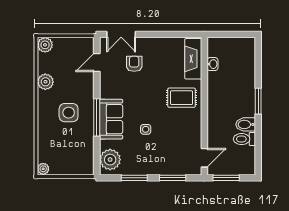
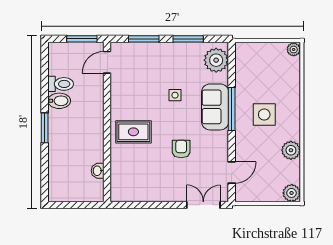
fireplace: (193, 59) -> (120, 177), removed
armchair: (134, 64) -> (181, 149), moved, turned 180

